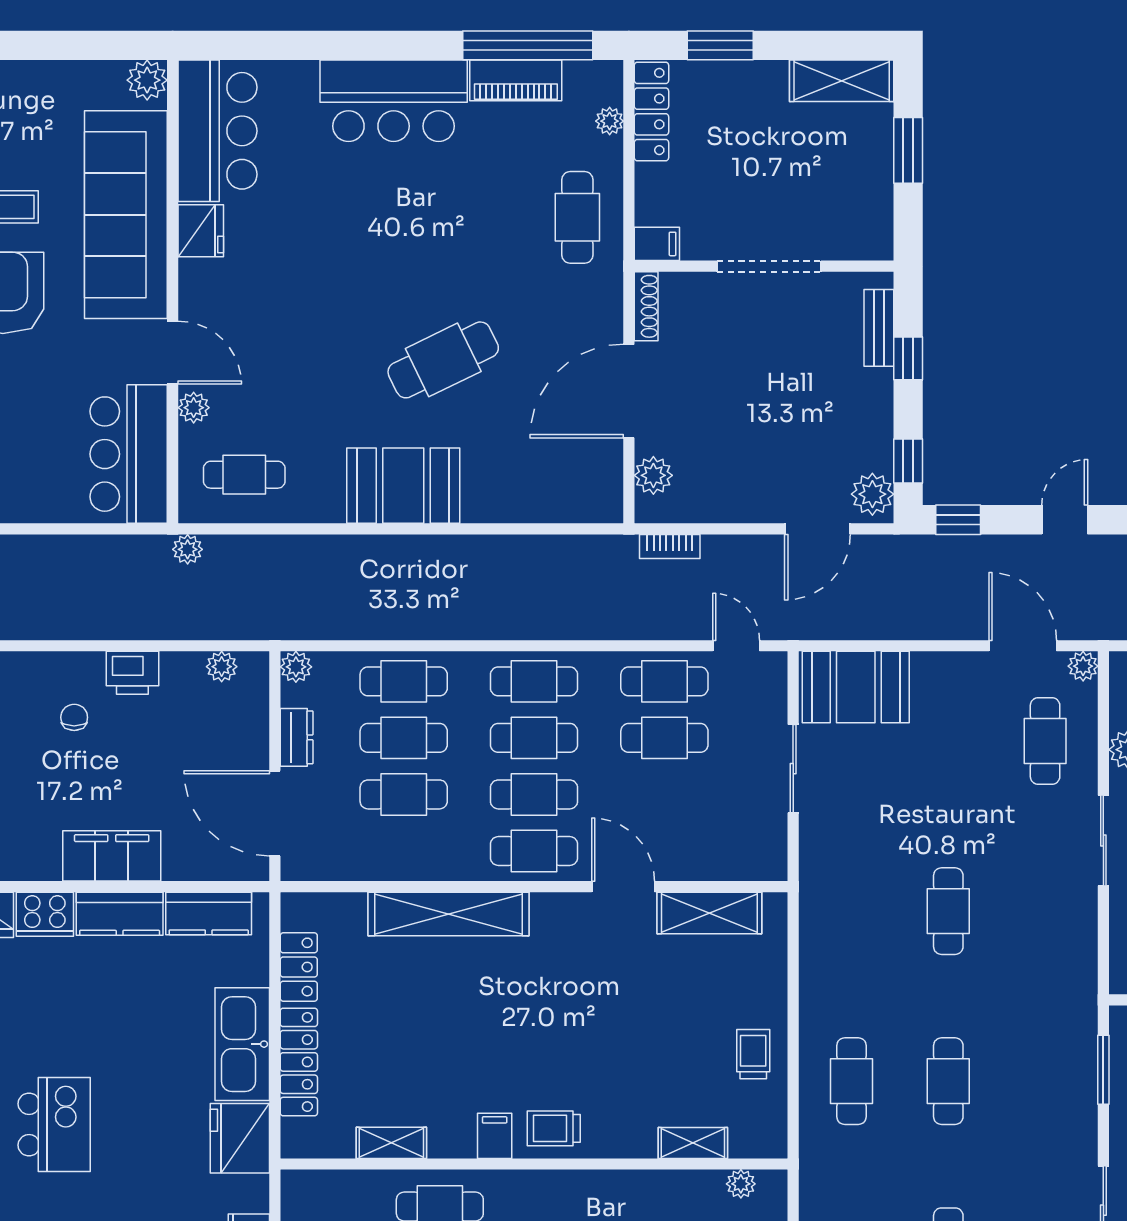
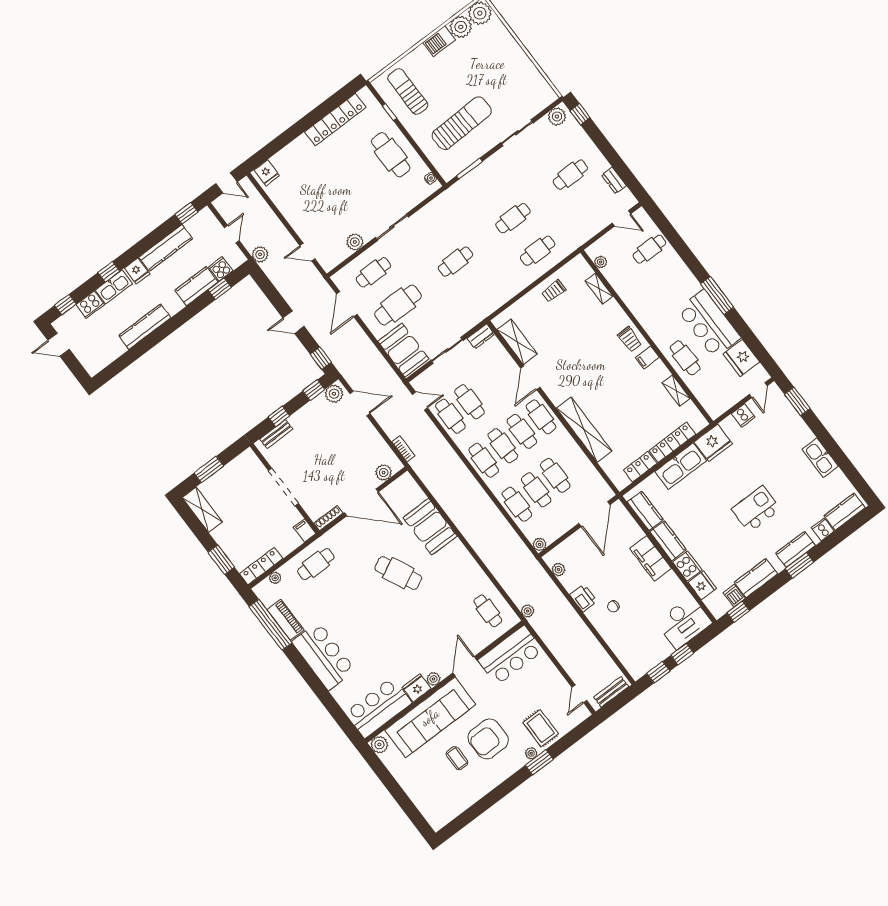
plant: (194, 408) -> (433, 679), moved
booth: (403, 486) -> (430, 527), moved
door: (736, 646) -> (420, 401), swing flipped
plant: (1083, 666) -> (338, 279), removed
dresser: (297, 737) -> (481, 336), moved, turned 180
cafe table: (948, 741) -> (398, 305), added

